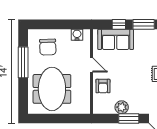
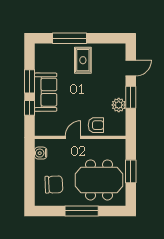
sofa: (116, 39) -> (46, 92), moved
window: (23, 62) -> (82, 211), moved
window: (60, 119) -> (131, 171), added

